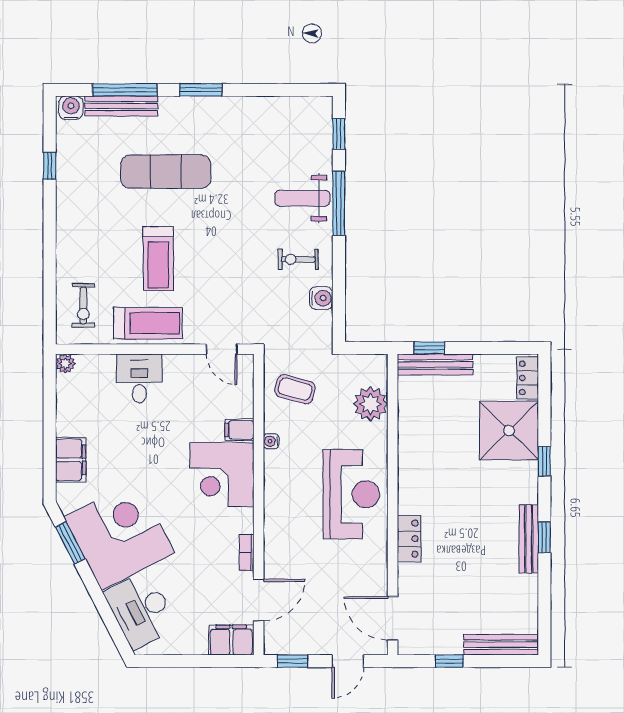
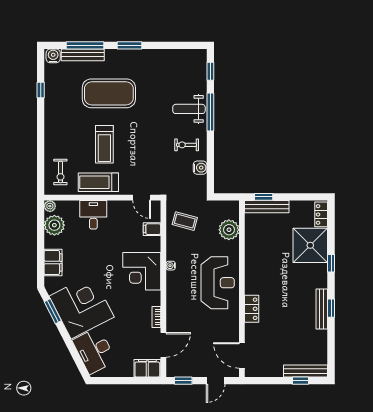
exercise mat: (166, 172) -> (109, 93), width x1.47
treadmill: (148, 323) -> (98, 182), turned 180
plant: (73, 396) -> (54, 225), added
filing cabinet: (239, 430) -> (152, 229), moved
water cooler: (271, 441) -> (171, 266), moved
window: (449, 661) -> (301, 381), moved

